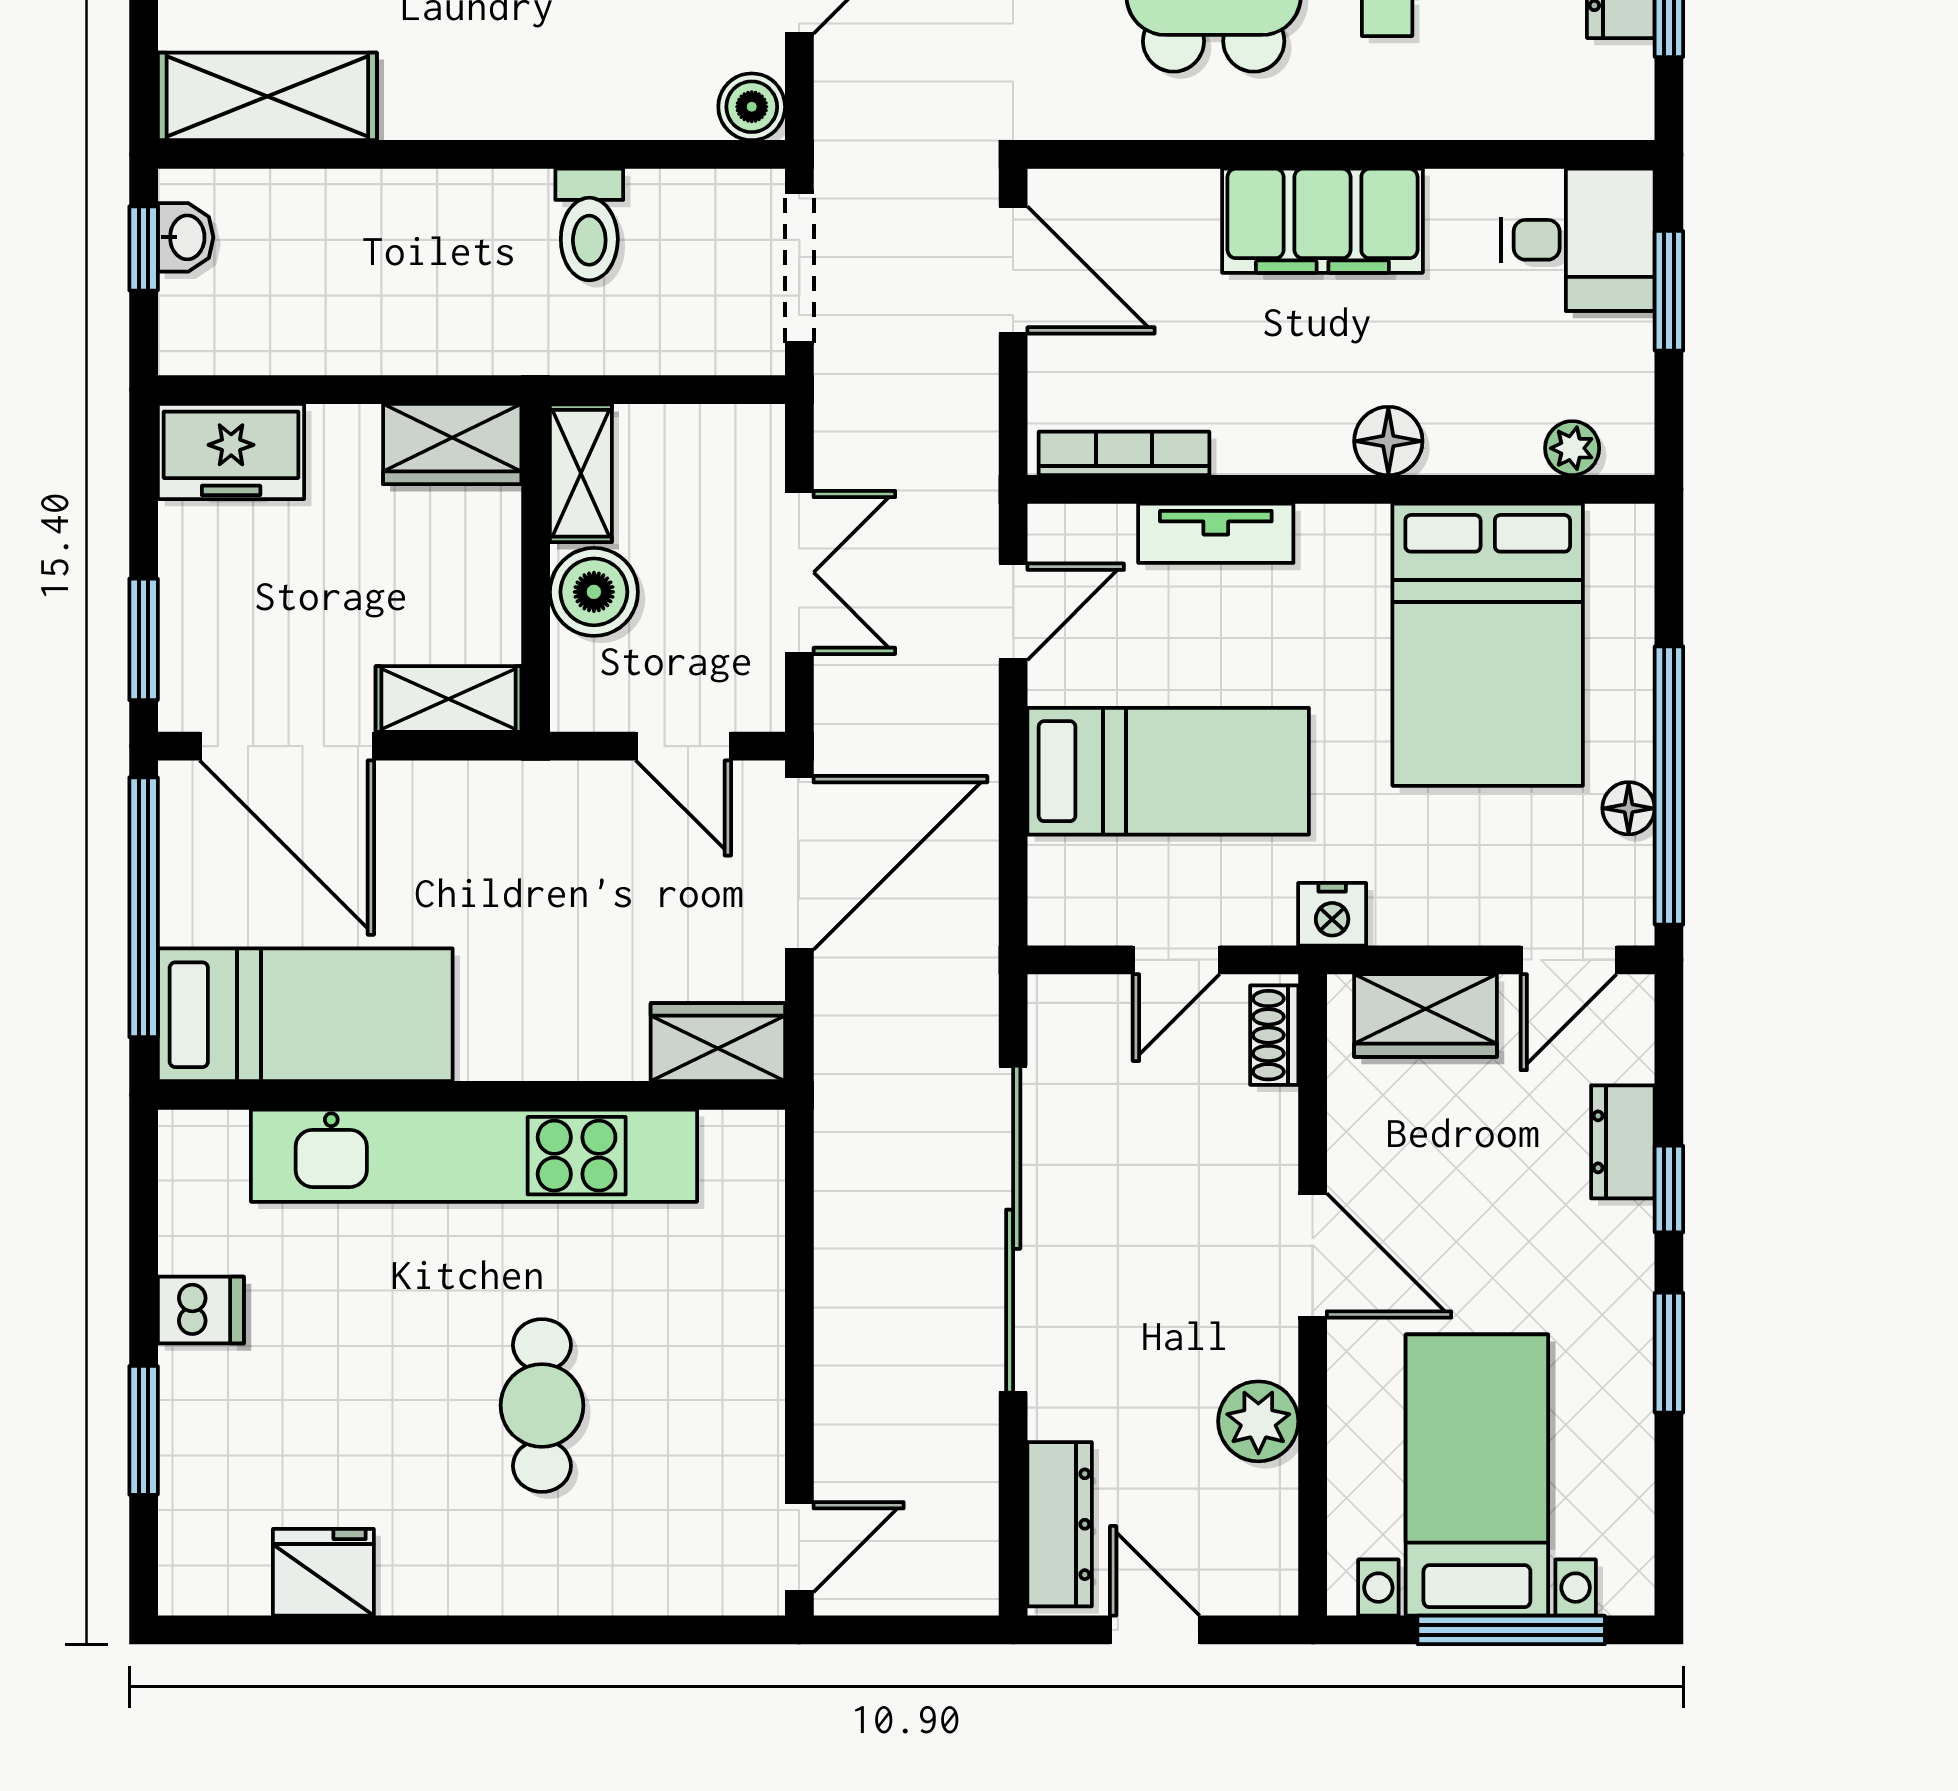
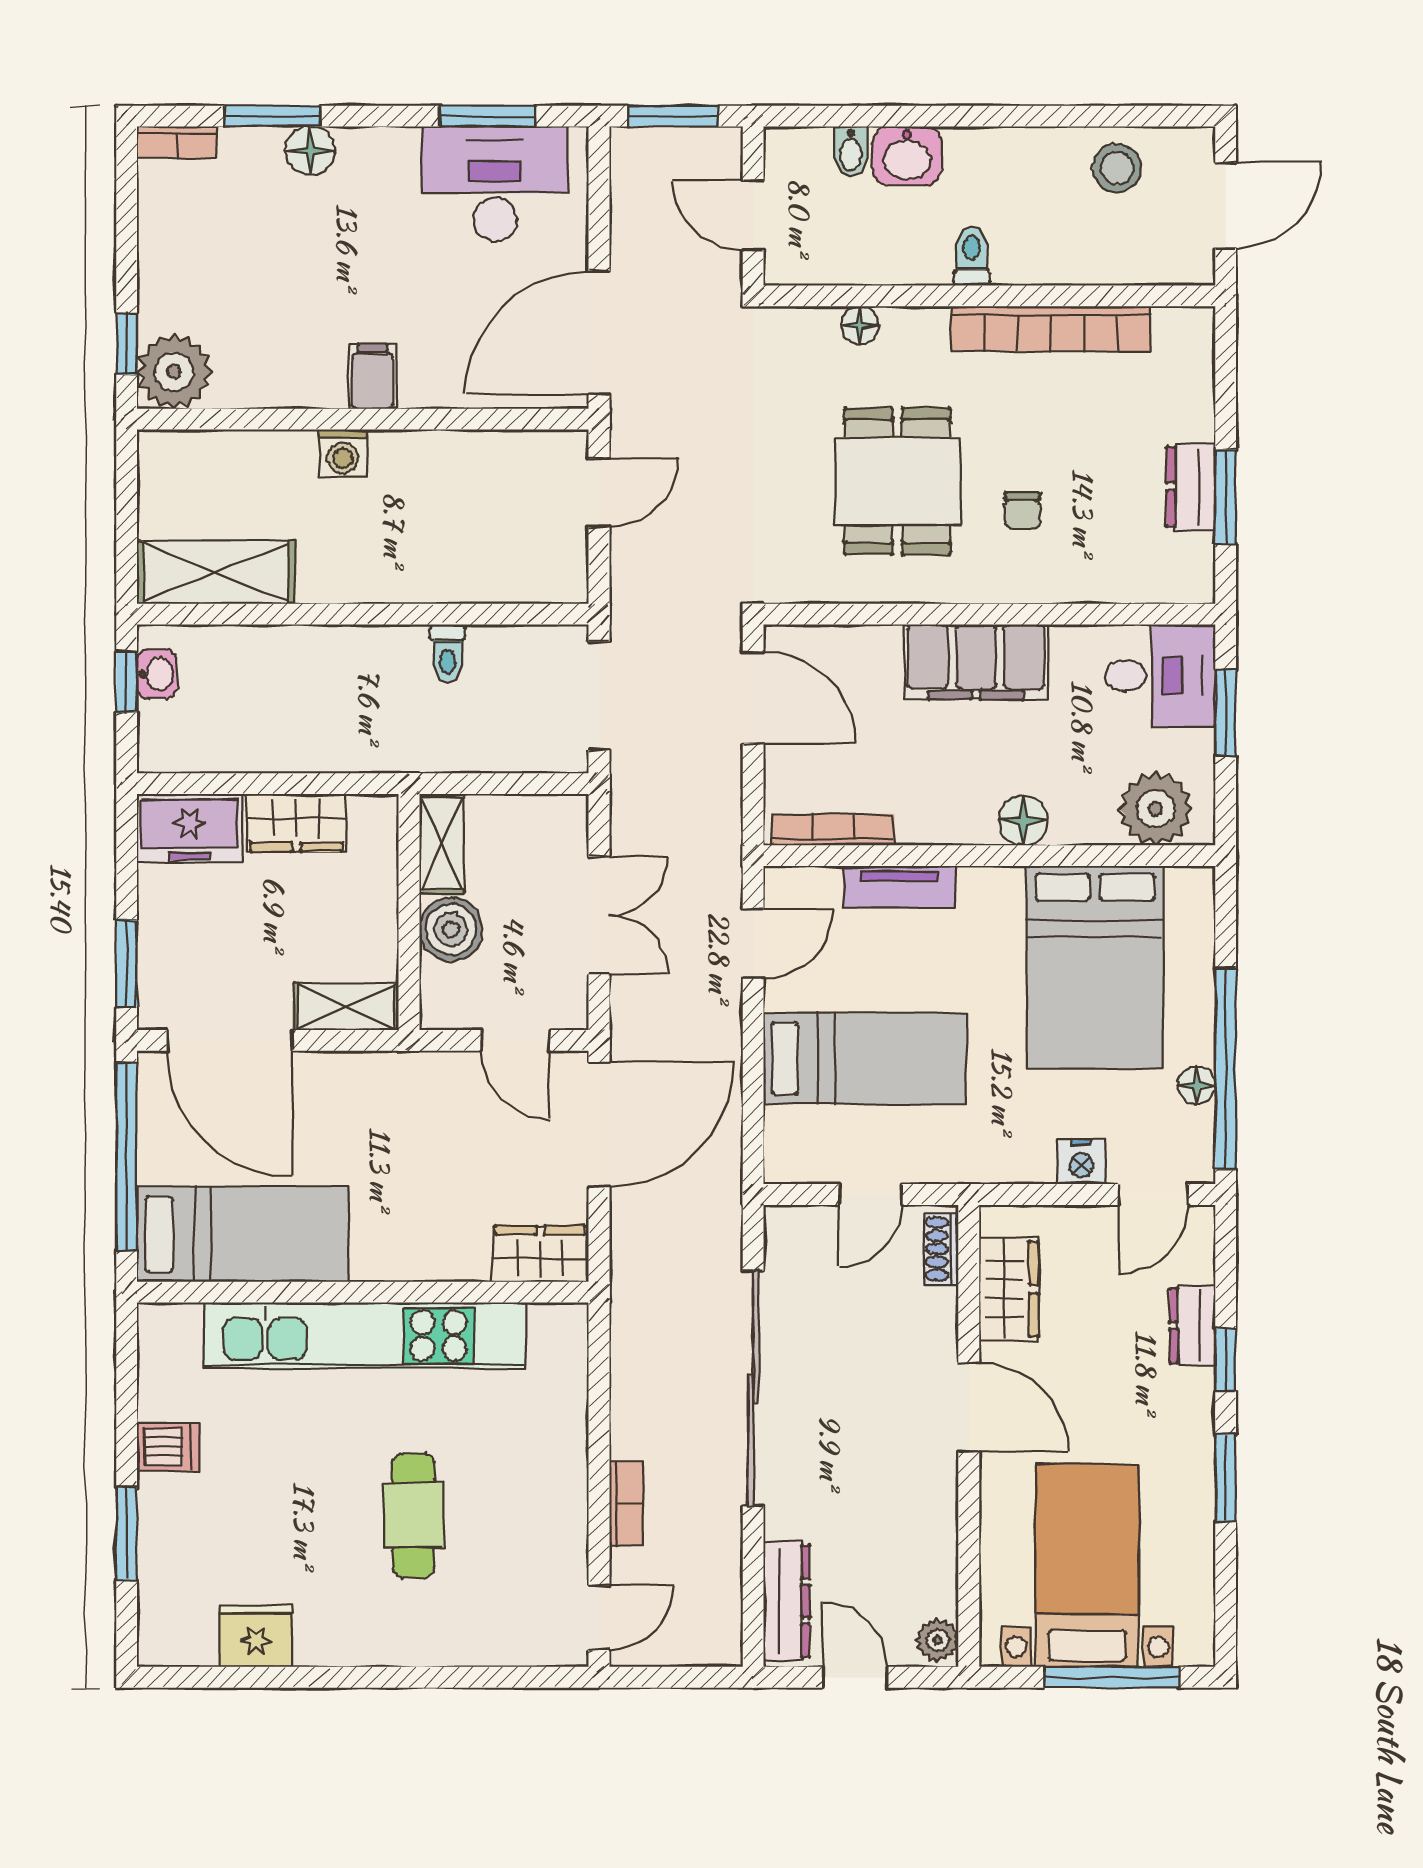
boiler: (752, 107) -> (565, 580), removed
toilet: (589, 225) -> (448, 654), width x0.73, depth x0.72
wardrobe: (452, 444) -> (296, 823), moved
plant: (1572, 448) -> (1156, 809), width x1.88, depth x1.88
nightstand: (1332, 914) -> (1081, 1162), moved
wardrobe: (1426, 1016) -> (1009, 1289), moved, turned -90
bookcase: (837, 1388) -> (626, 1503), added
plant: (1258, 1421) -> (937, 1640), moved, width x0.73, depth x0.73

